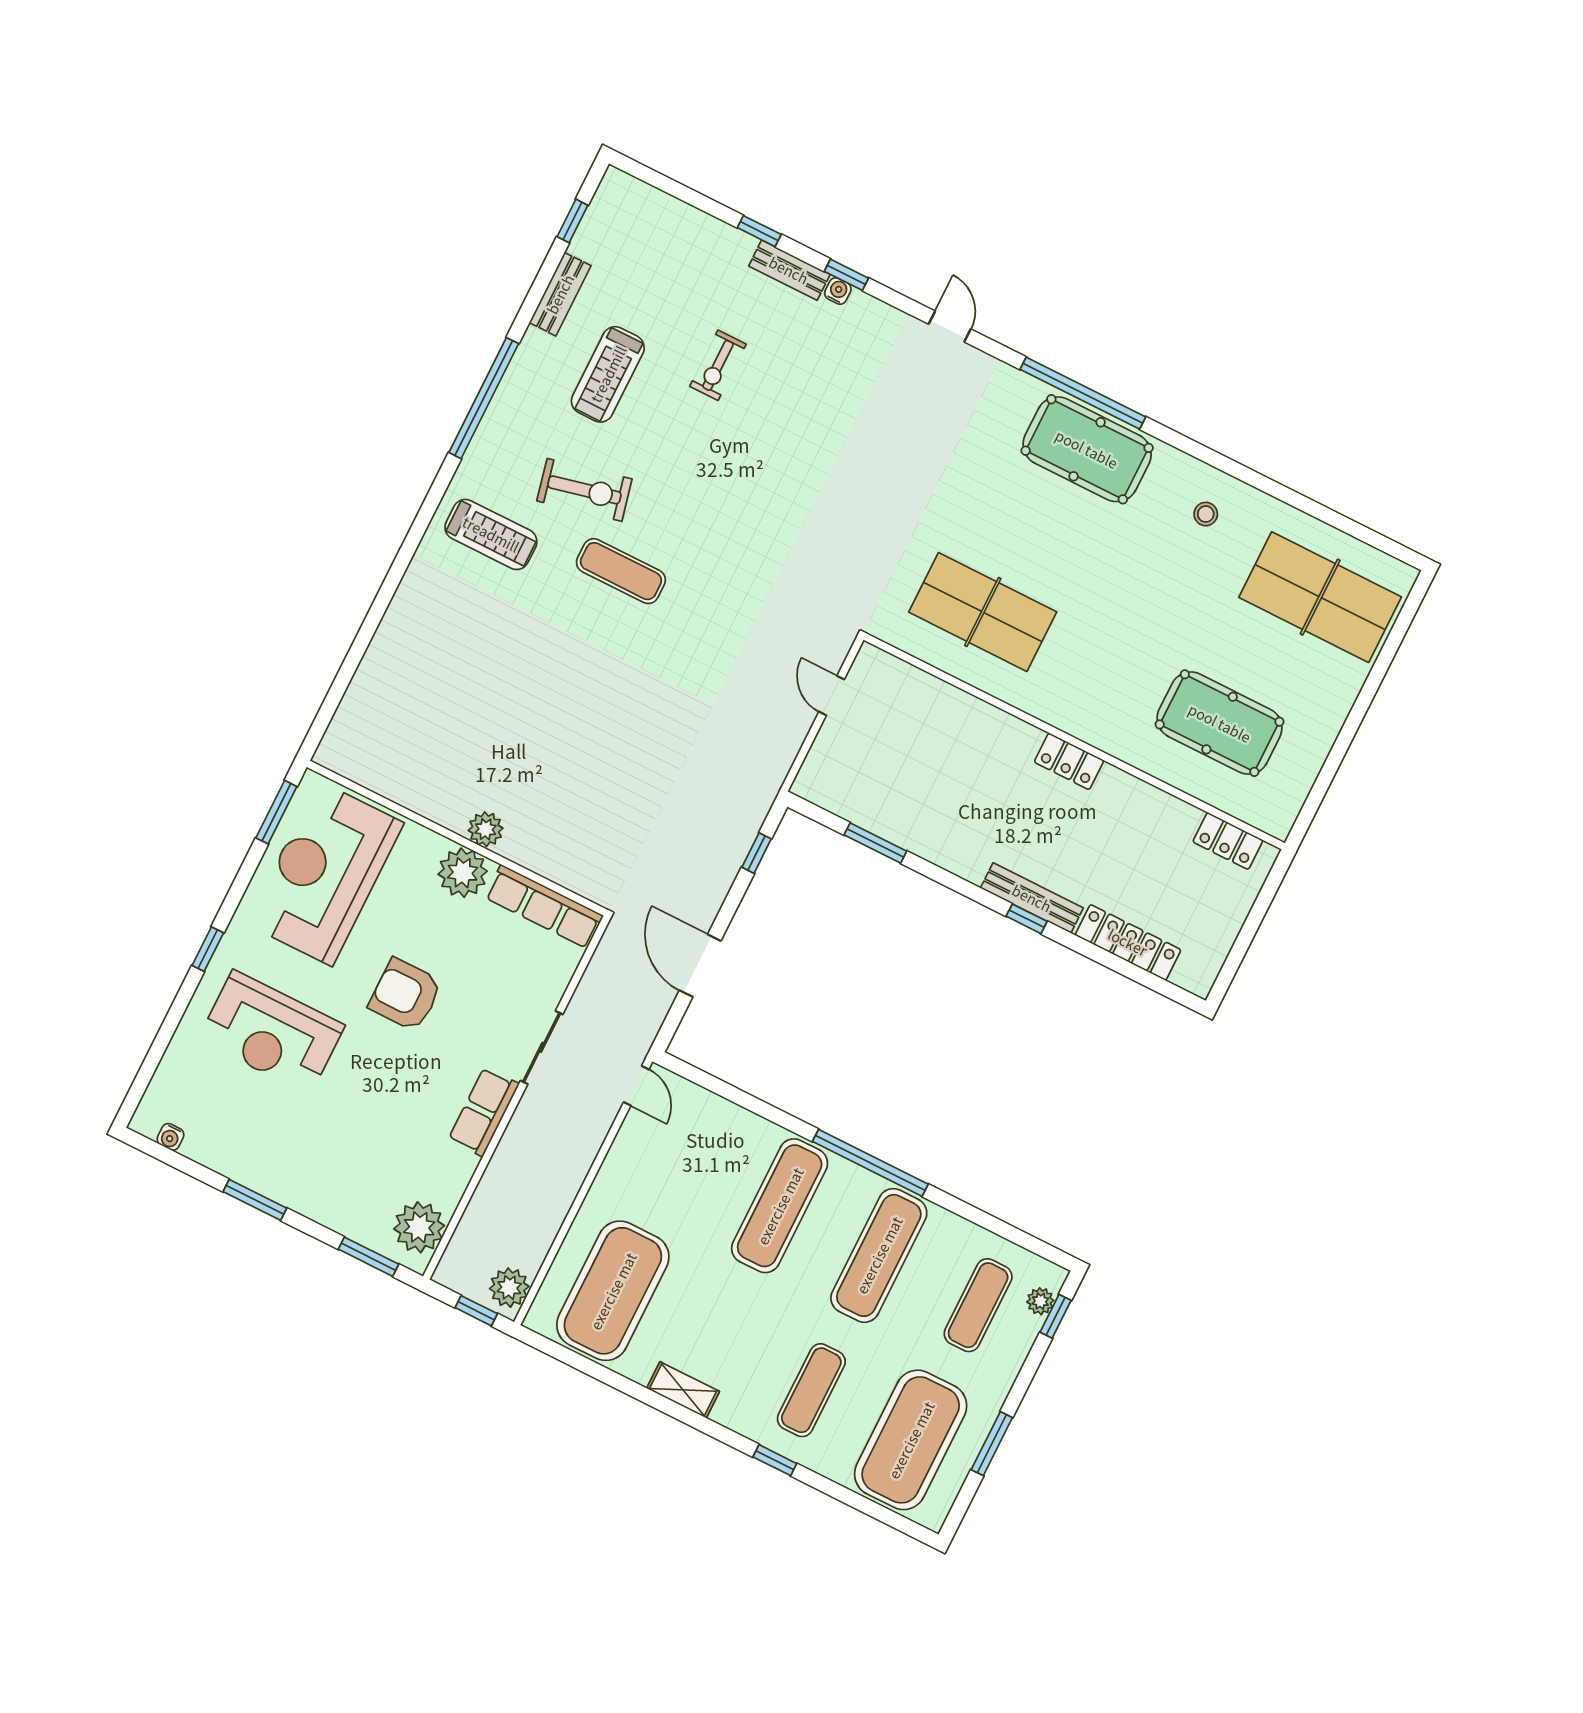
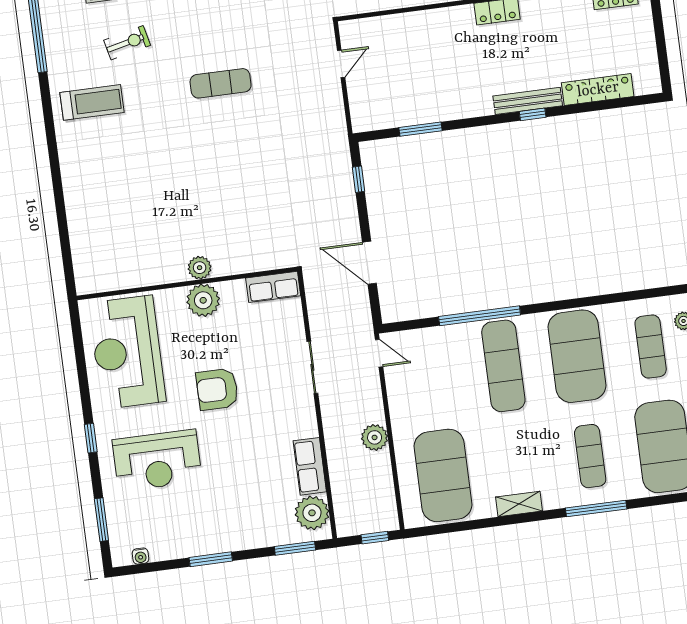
exercise bike: (584, 490) -> (127, 43), width x0.73, depth x0.72
exercise mat: (621, 571) -> (221, 83), moved
door: (832, 696) -> (341, 64), swing flipped
window: (276, 812) -> (101, 520), moved
row of seats: (544, 907) -> (273, 287), width x0.68
row of seats: (484, 1112) -> (310, 466), moved
window: (870, 1163) -> (480, 316), moved
exercise mat: (879, 1255) -> (577, 356), width x1.47
plant: (509, 1288) -> (375, 437), moved
window: (775, 1460) -> (596, 509), width x2.17

